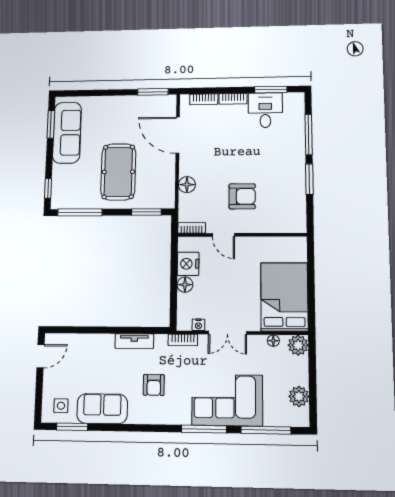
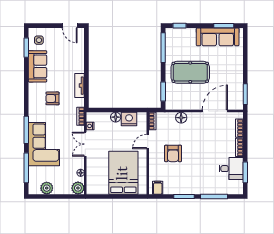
filing cabinet: (296, 219) -> (158, 188), added
bed: (284, 297) -> (123, 173), moved, turned -90

